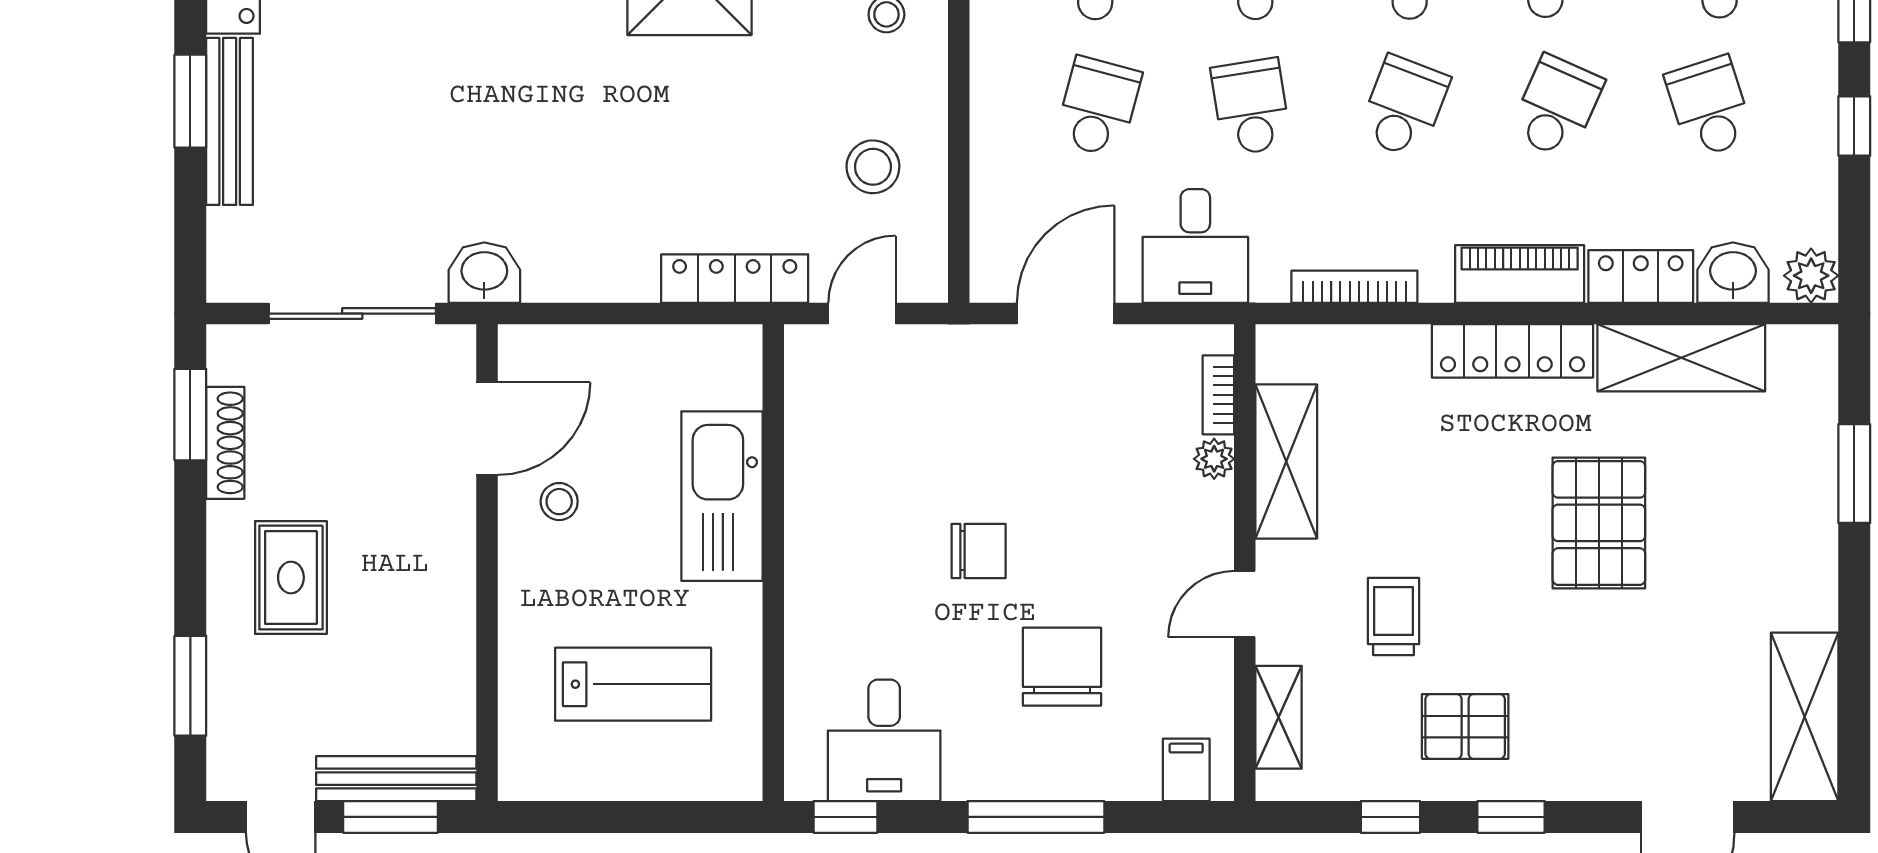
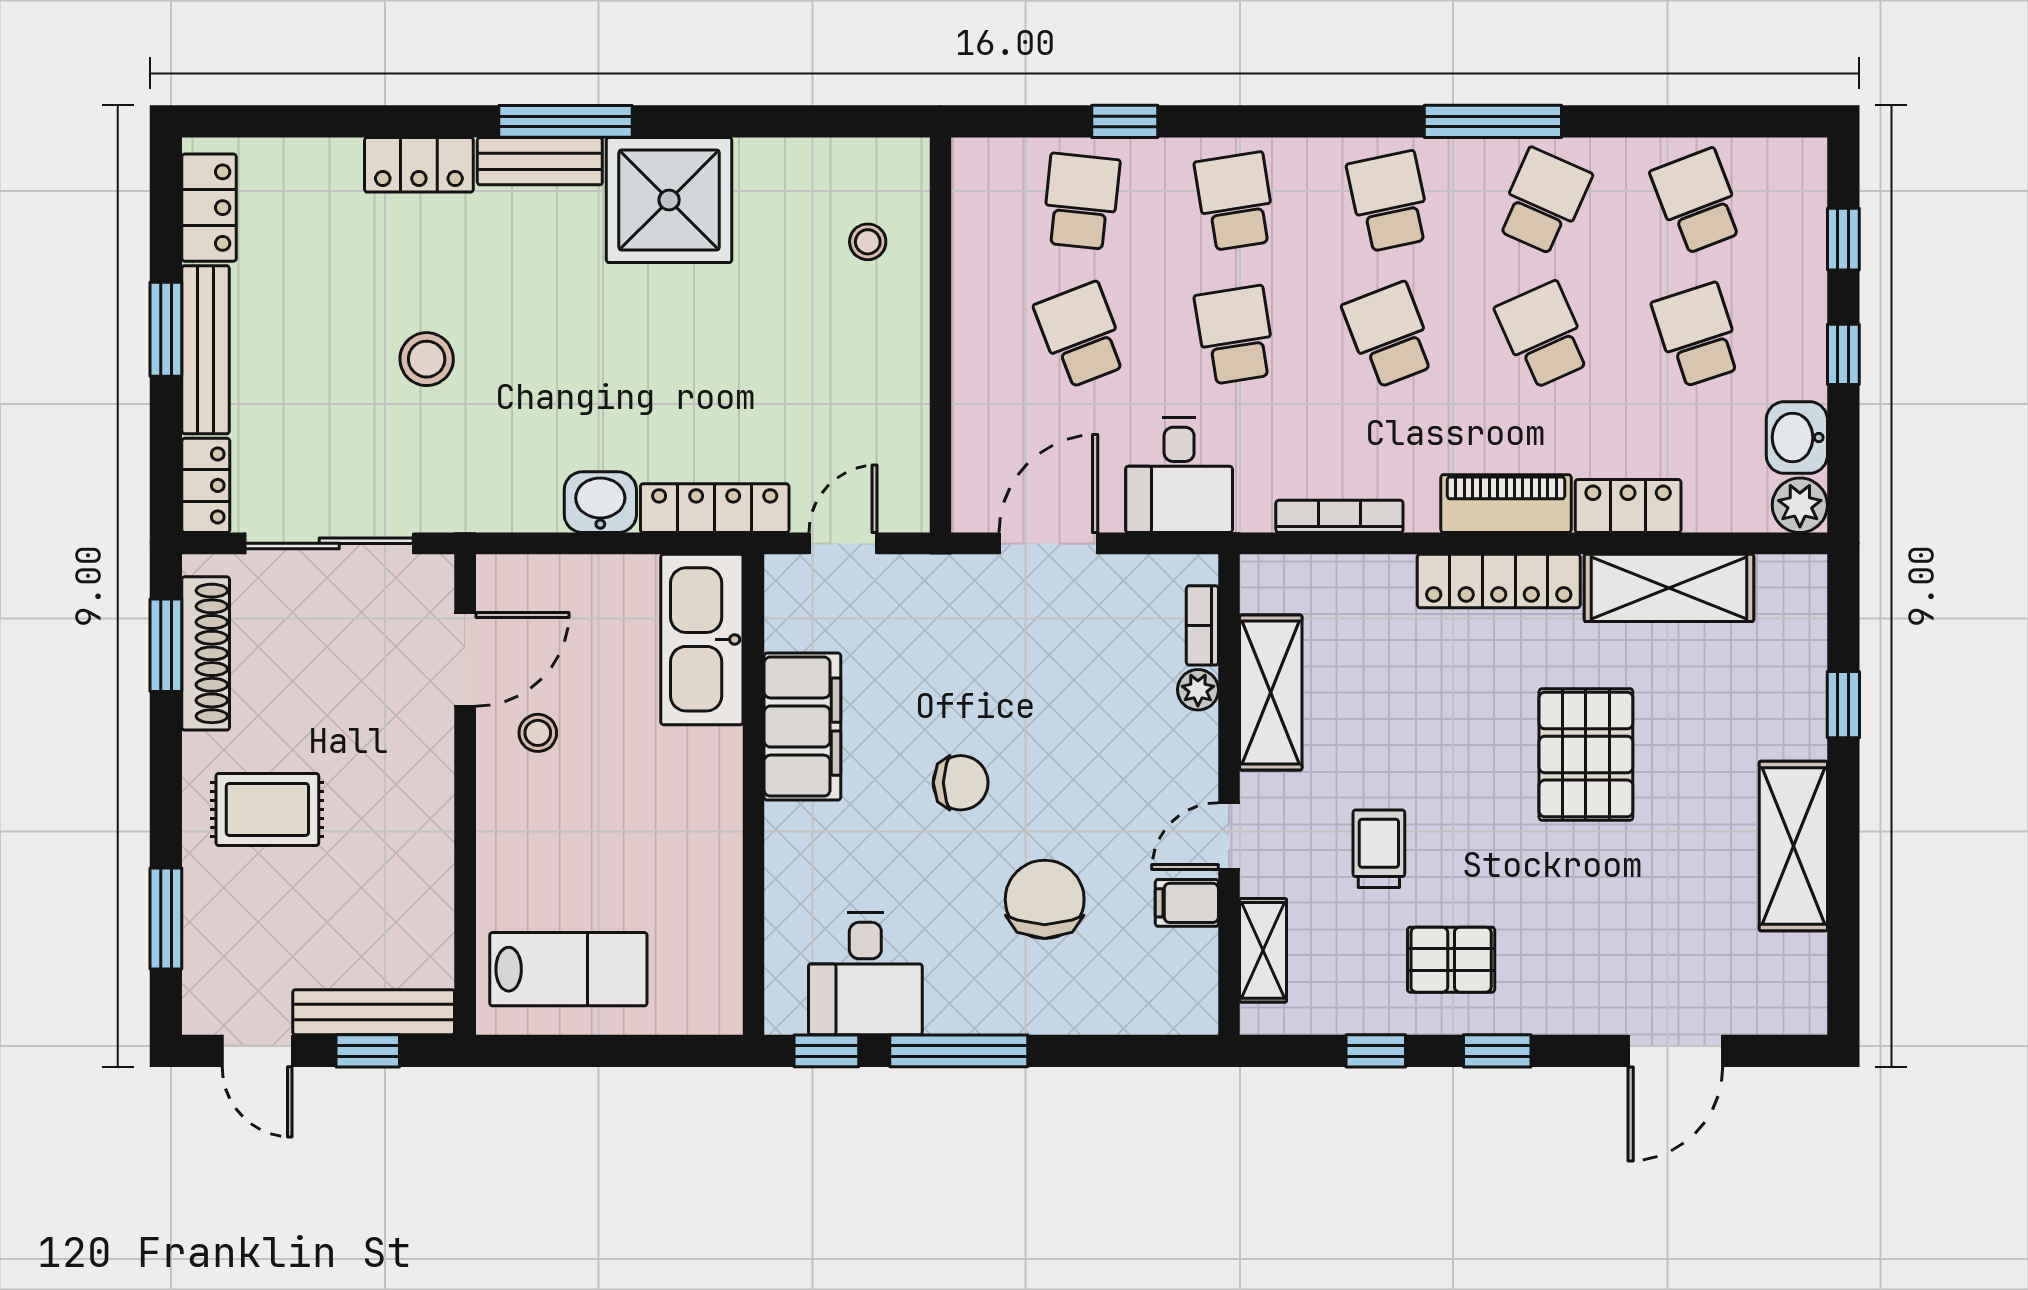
school desk: (1098, 107) -> (1081, 335), turned -36
school desk: (1404, 107) -> (1389, 335), turned -42
school desk: (1557, 107) -> (1543, 335), turned -48
stool: (873, 167) -> (427, 359), moved
locker: (230, 256) -> (206, 485), added
washbasin: (484, 273) -> (600, 502), moved
washbasin: (1733, 273) -> (1797, 438), moved, turned -90
shoe rack: (225, 443) -> (206, 653), width x1.36, depth x1.24
window: (1854, 474) -> (1843, 705), width x0.67
filing cabinet: (822, 495) -> (802, 727), added
kitchen sink: (722, 496) -> (702, 639), moved
rug: (291, 577) -> (267, 809), turned 90
lab bench: (633, 684) -> (568, 969), moved
shelving: (1805, 717) -> (1793, 846), moved
filing cabinet: (1186, 770) -> (1187, 903), moved, turned -90
window: (391, 817) -> (368, 1051), width x0.67
window: (1036, 817) -> (959, 1051), moved

